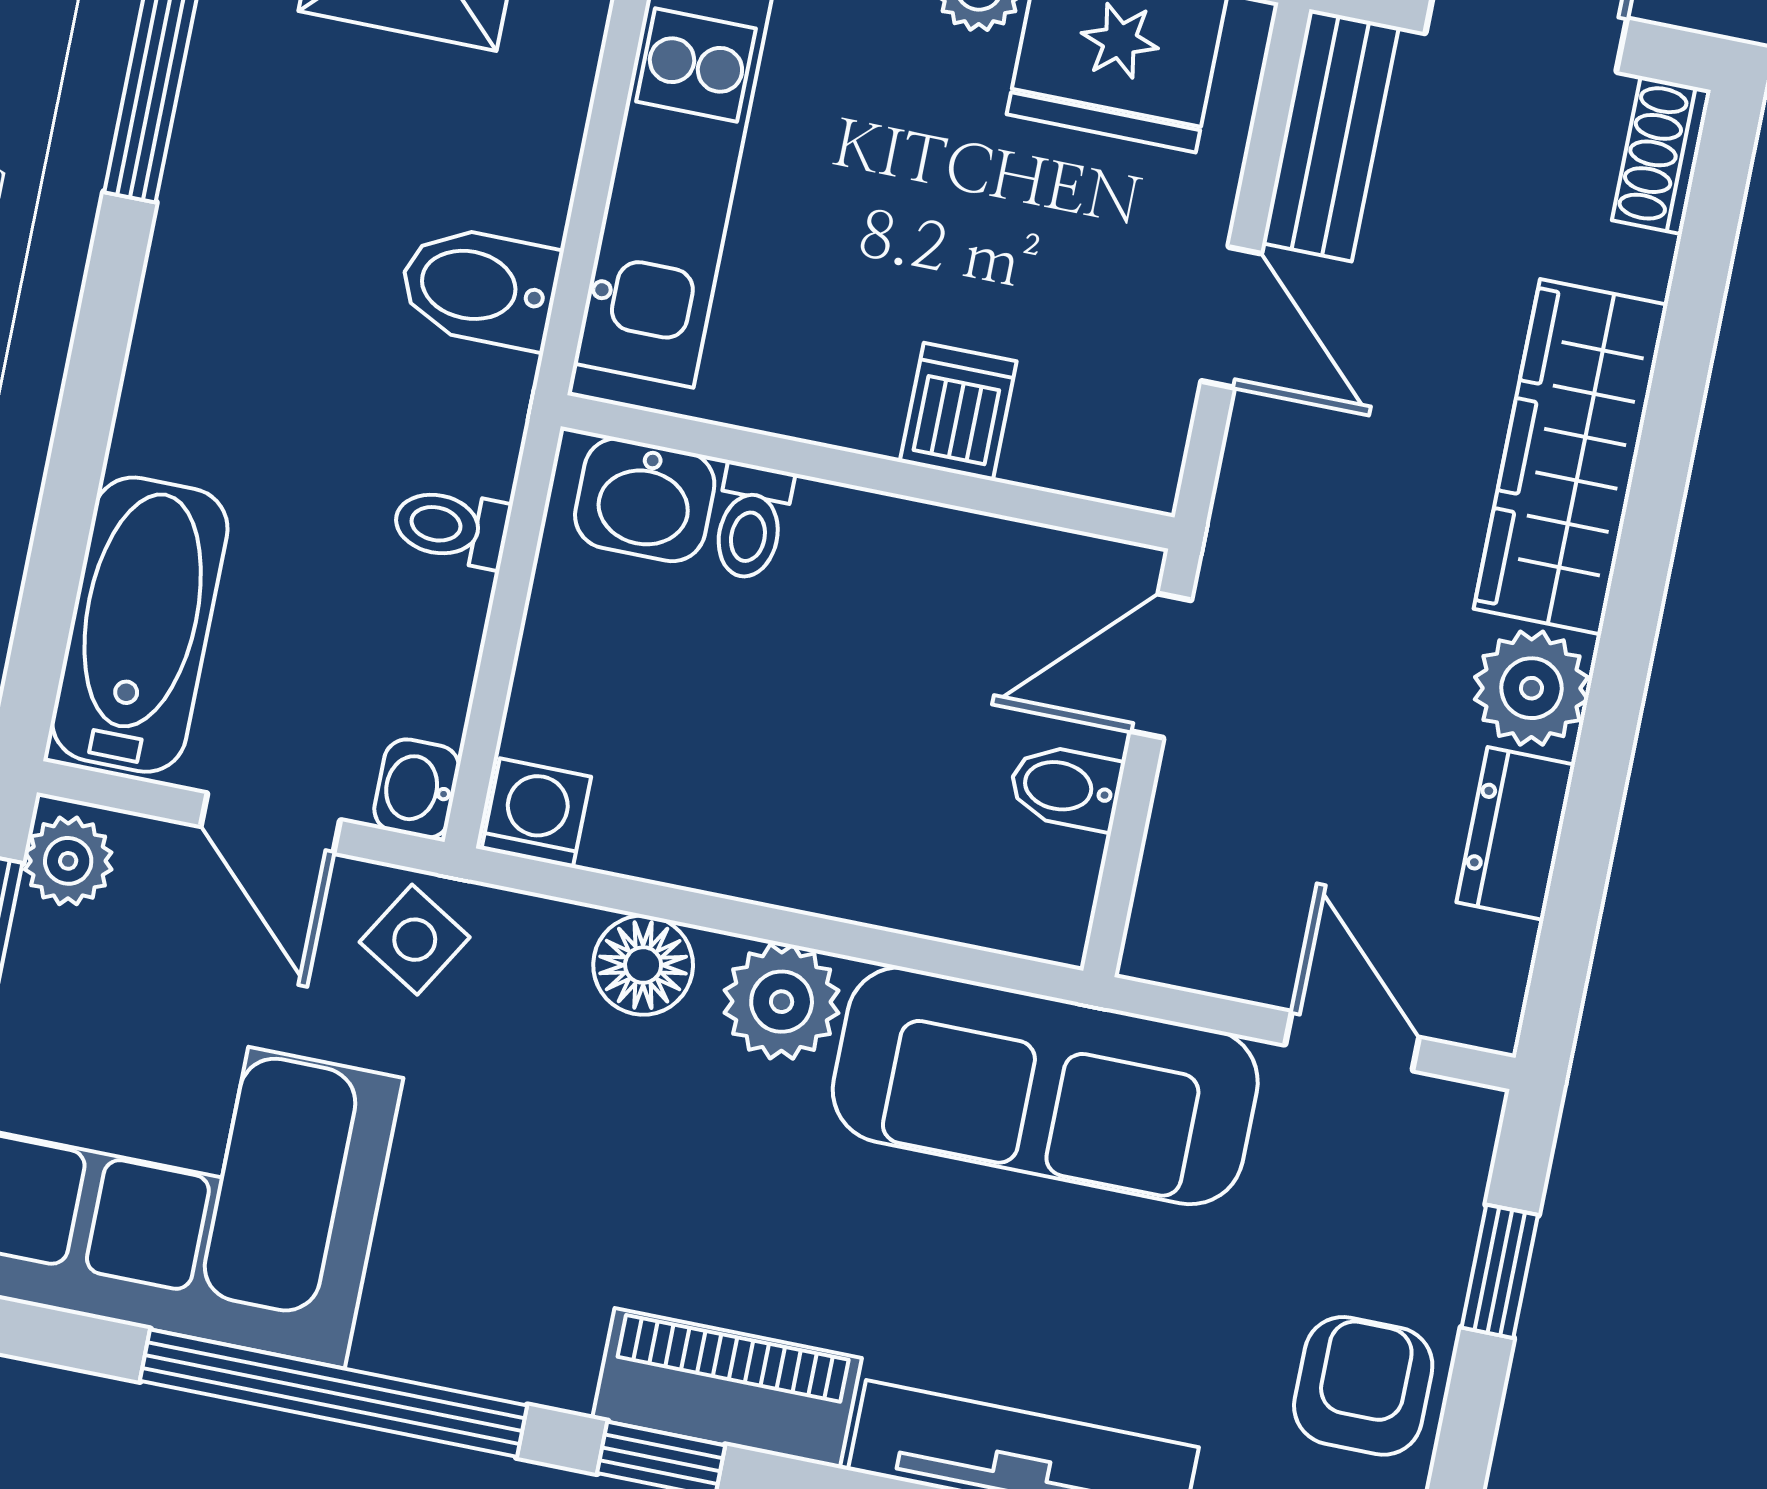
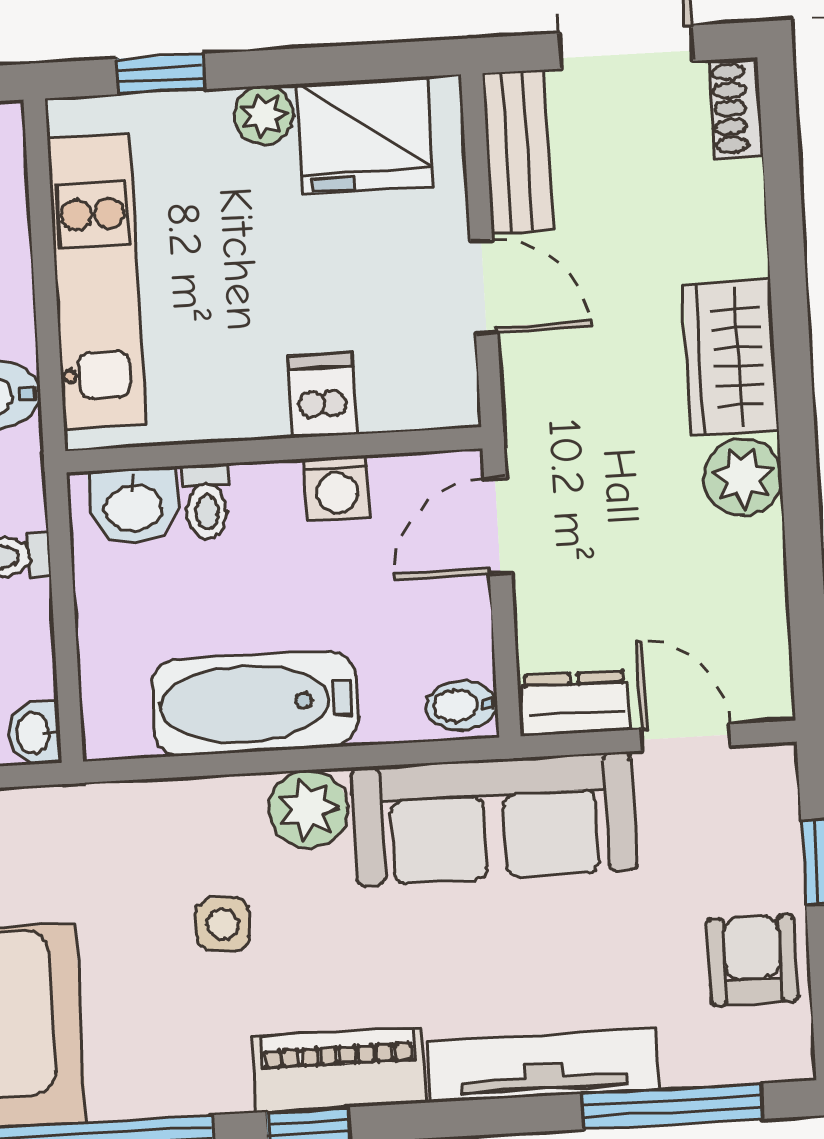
wardrobe: (1571, 457) -> (731, 358), width x0.67
bidet: (1066, 787) -> (461, 706), moved
washing machine: (536, 813) -> (337, 488), moved, turned 180
bathtub: (745, 829) -> (255, 703), added
dresser: (1516, 833) -> (575, 703), moved, turned 90
side table: (415, 940) -> (223, 924), moved, turned -31
floor lamp: (643, 965) -> (212, 809), removed

